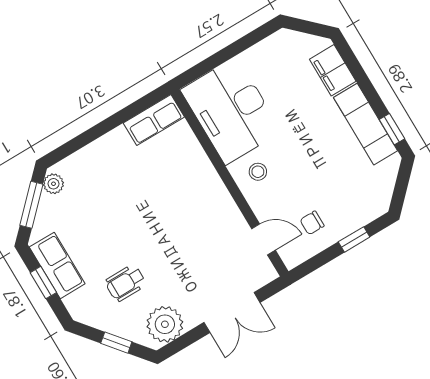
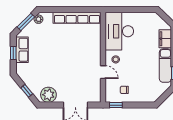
row of seats: (154, 120) -> (77, 18), width x2.02
door: (264, 239) -> (103, 72), moved
window: (354, 239) -> (116, 105), moved
wheelchair: (126, 283) -> (43, 71), removed

